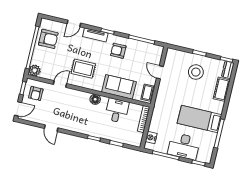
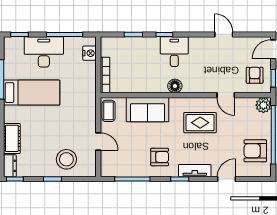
stool: (196, 72) -> (66, 159), moved
door: (60, 84) -> (226, 95), hinge flipped
desk: (117, 111) -> (174, 52), moved, turned 180

